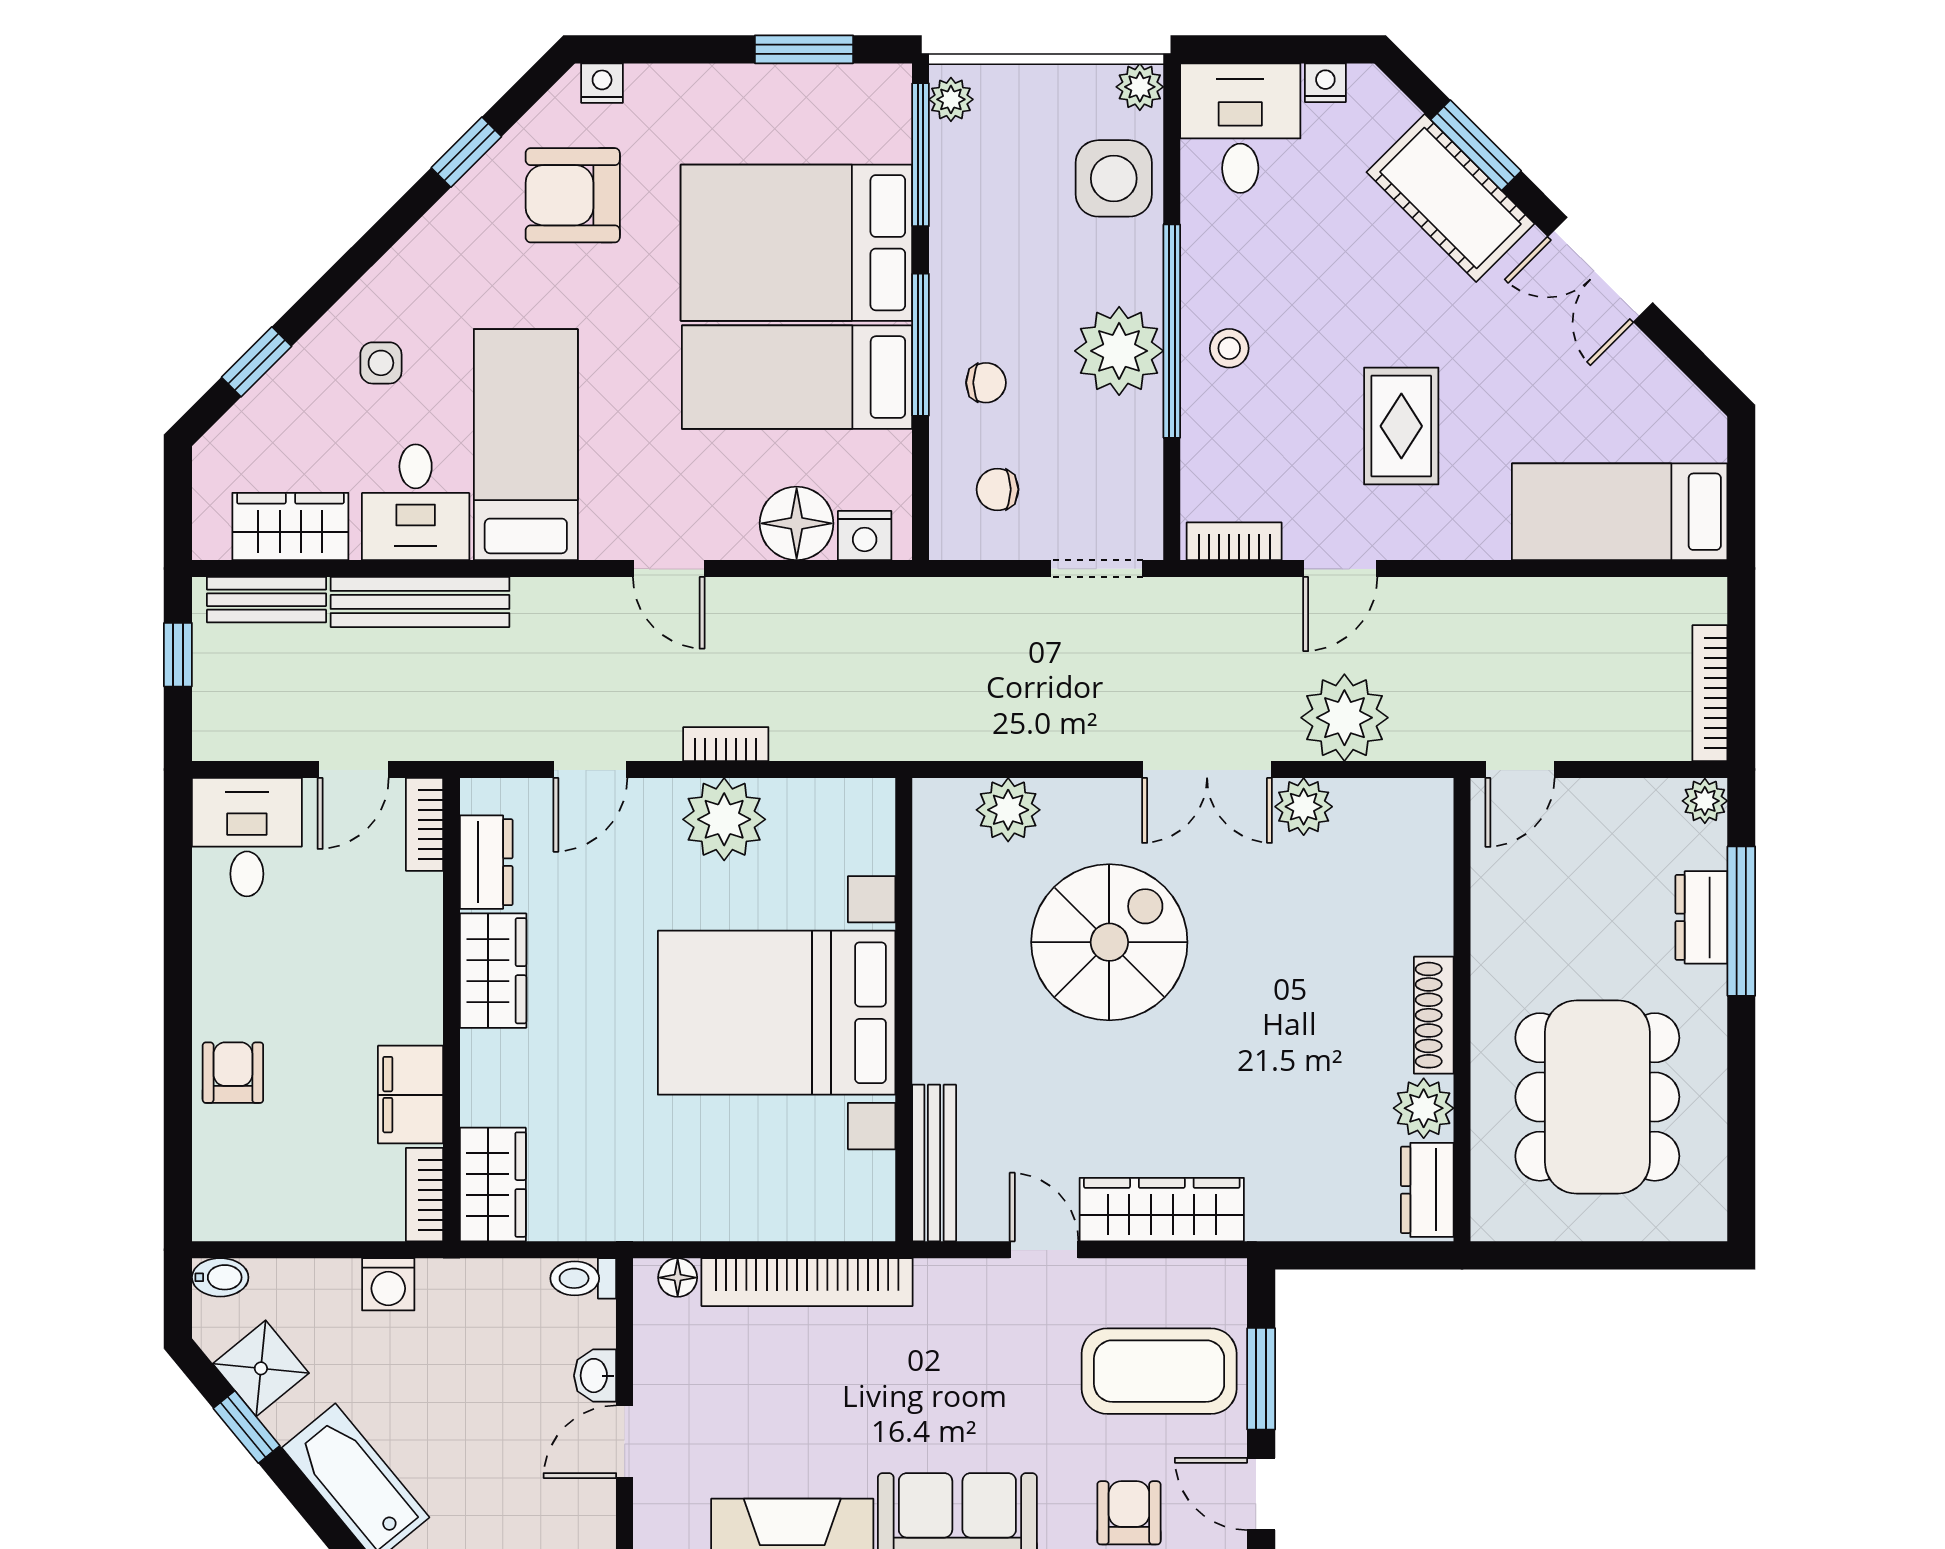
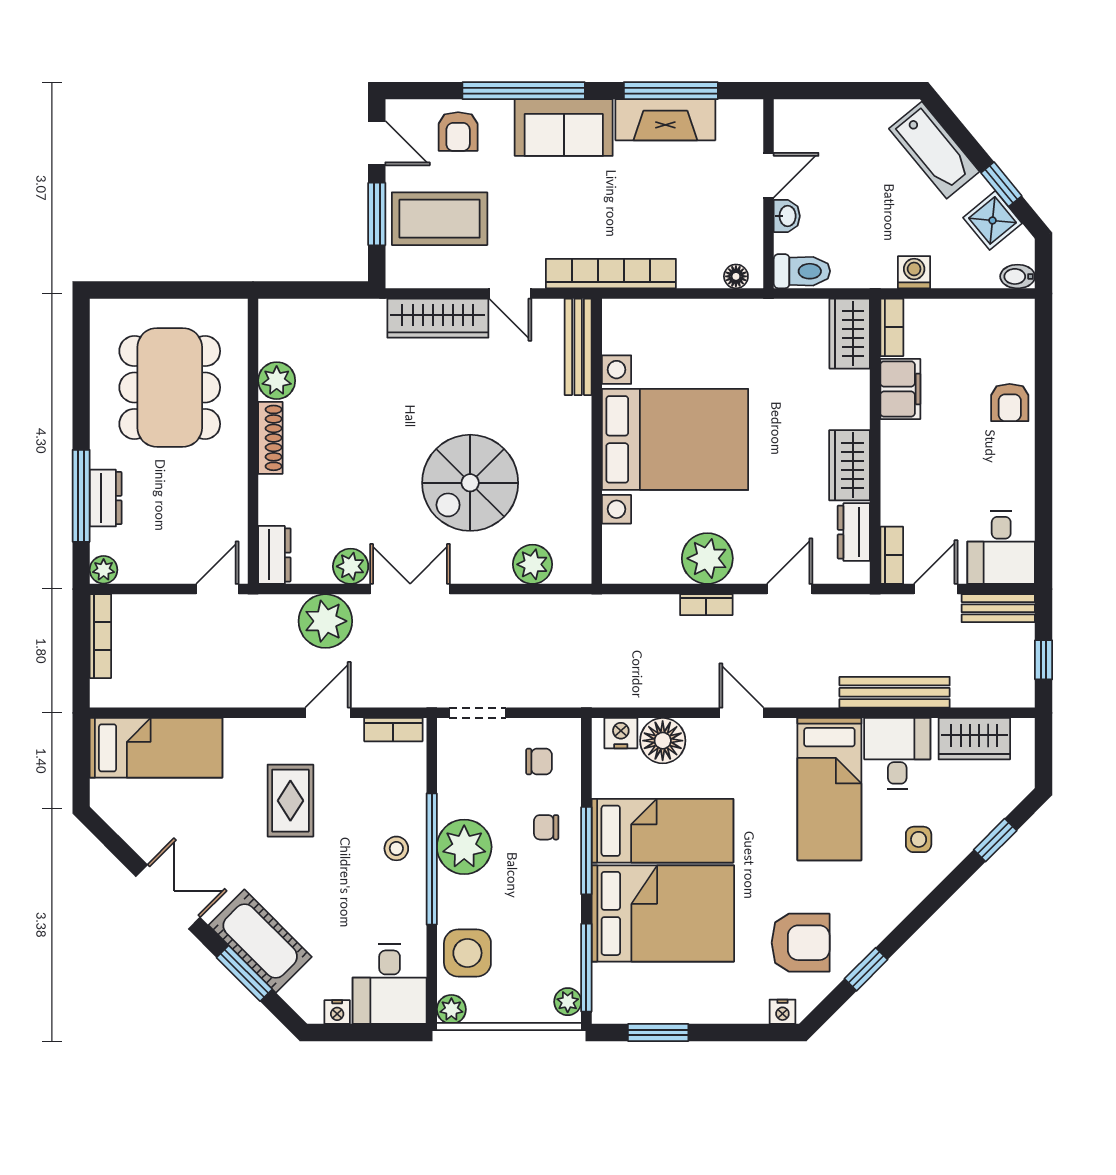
bench: (266, 600) -> (998, 608), moved
dresser: (1427, 1190) -> (274, 555), moved
toilet: (583, 1278) -> (802, 271), width x1.37, depth x1.39
bookcase: (807, 1282) -> (611, 274), moved

